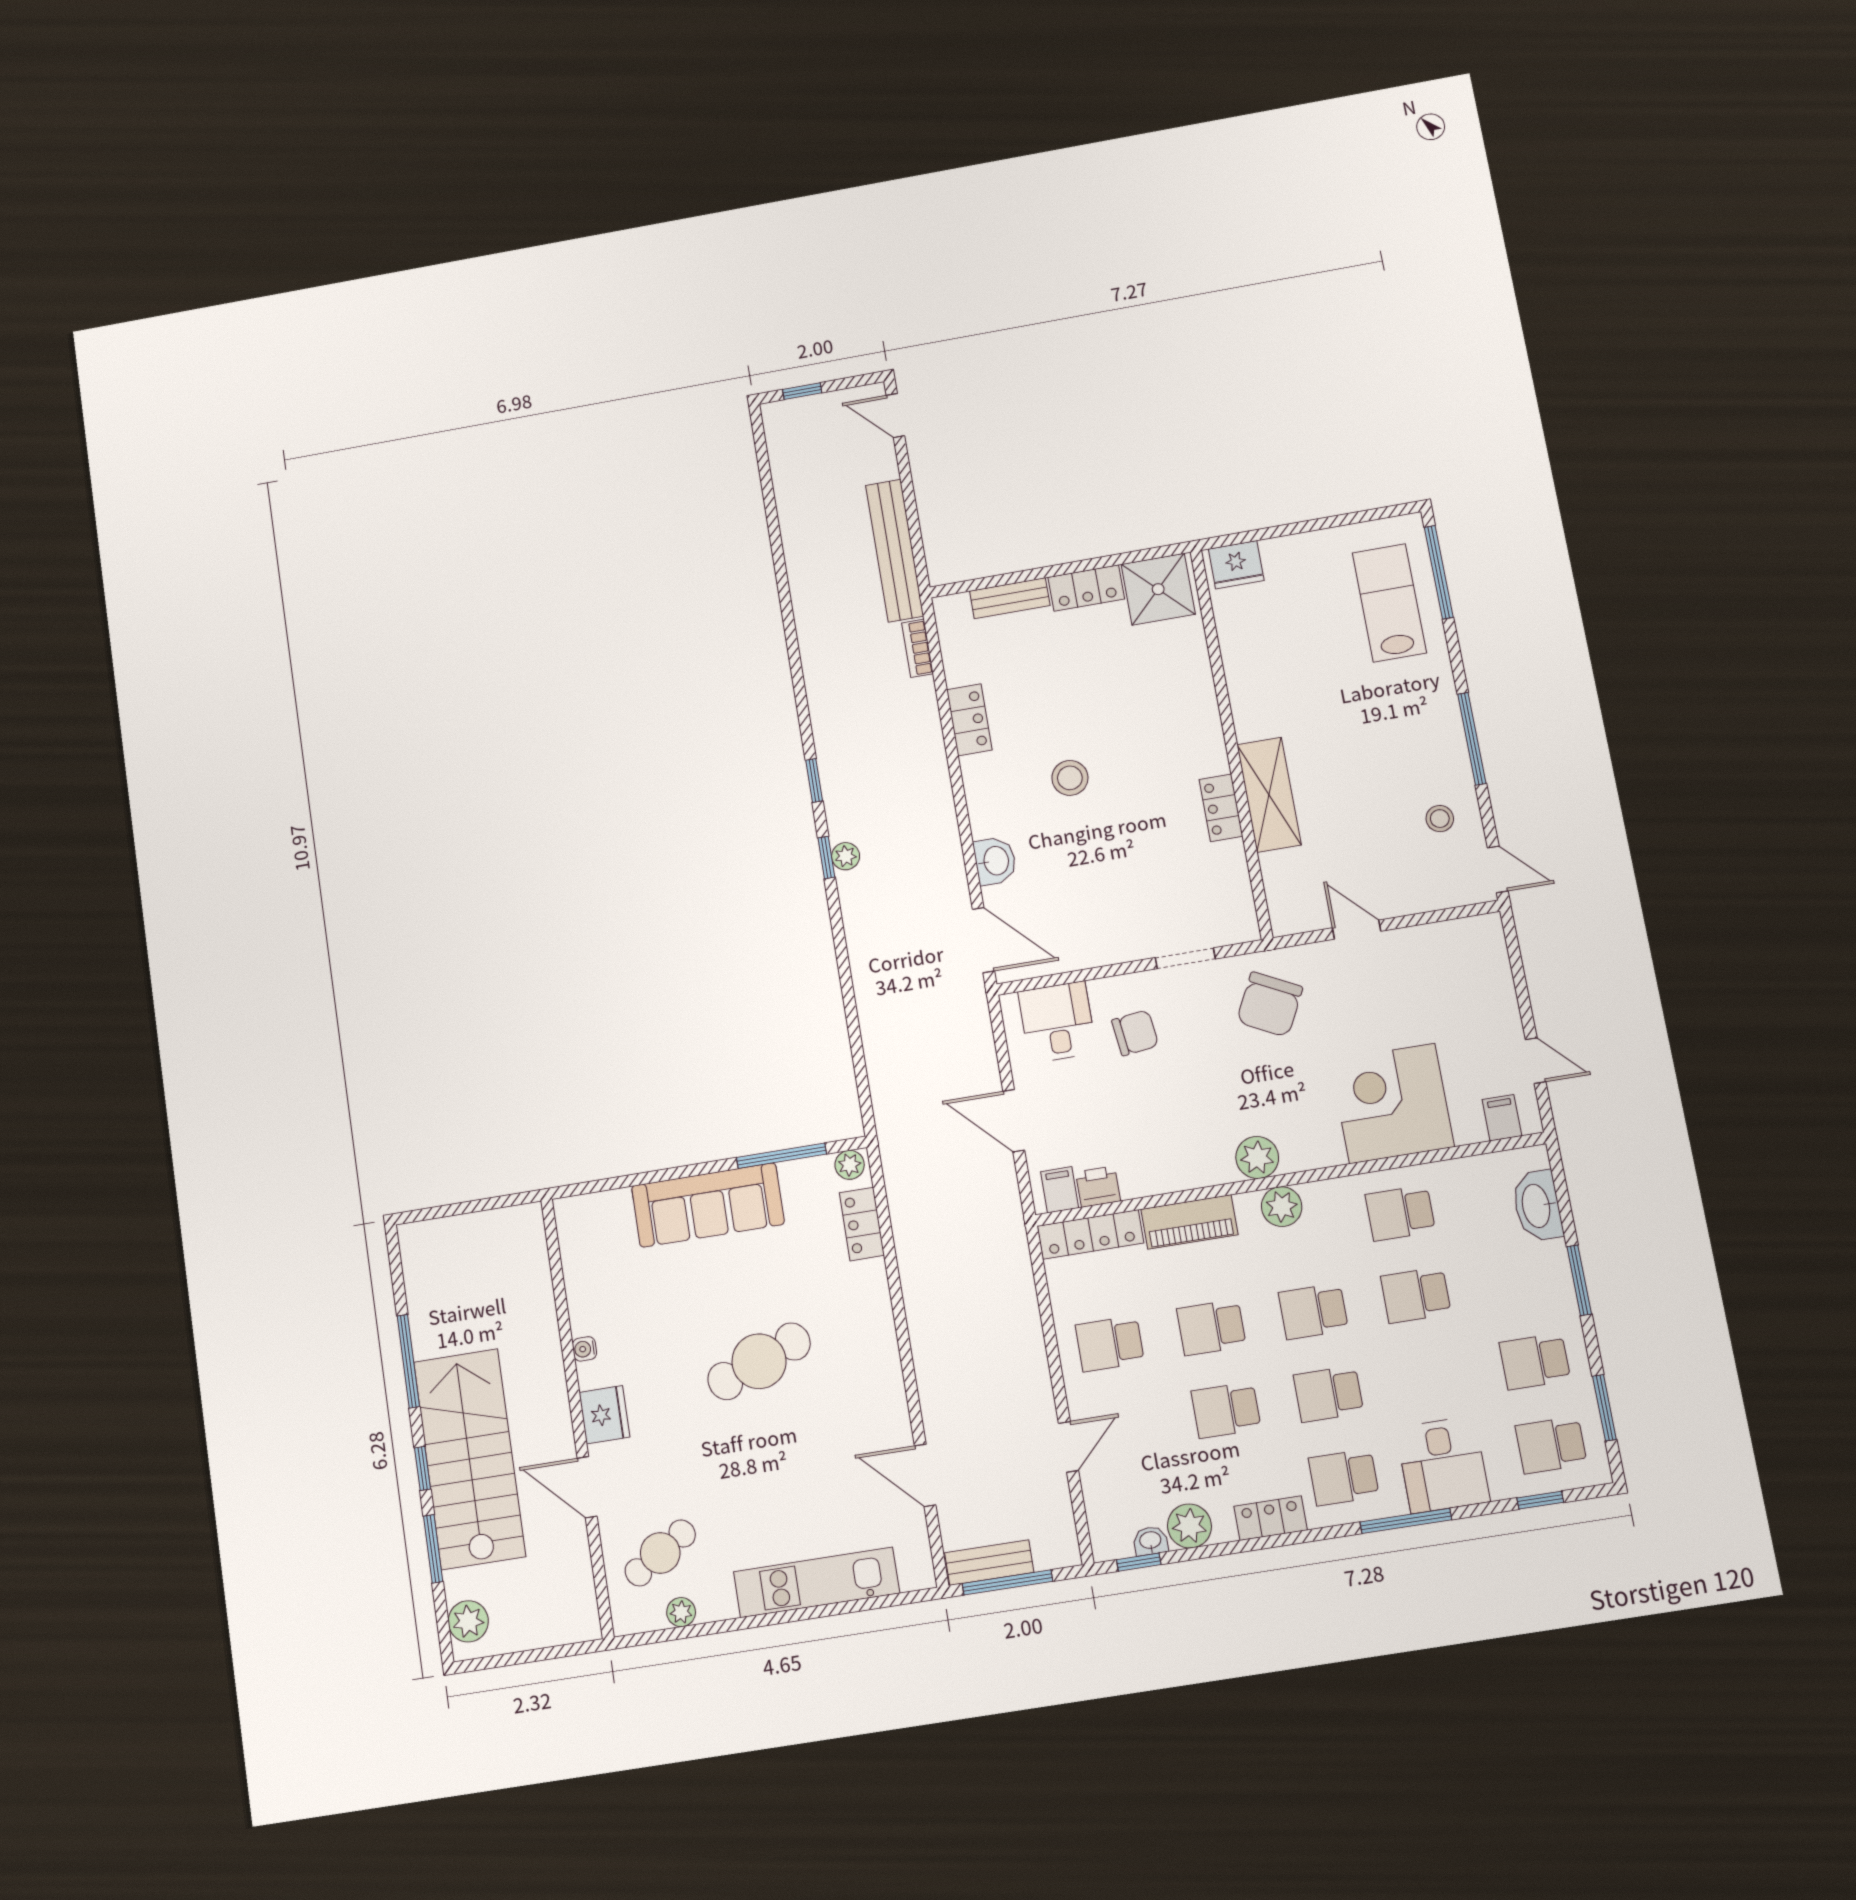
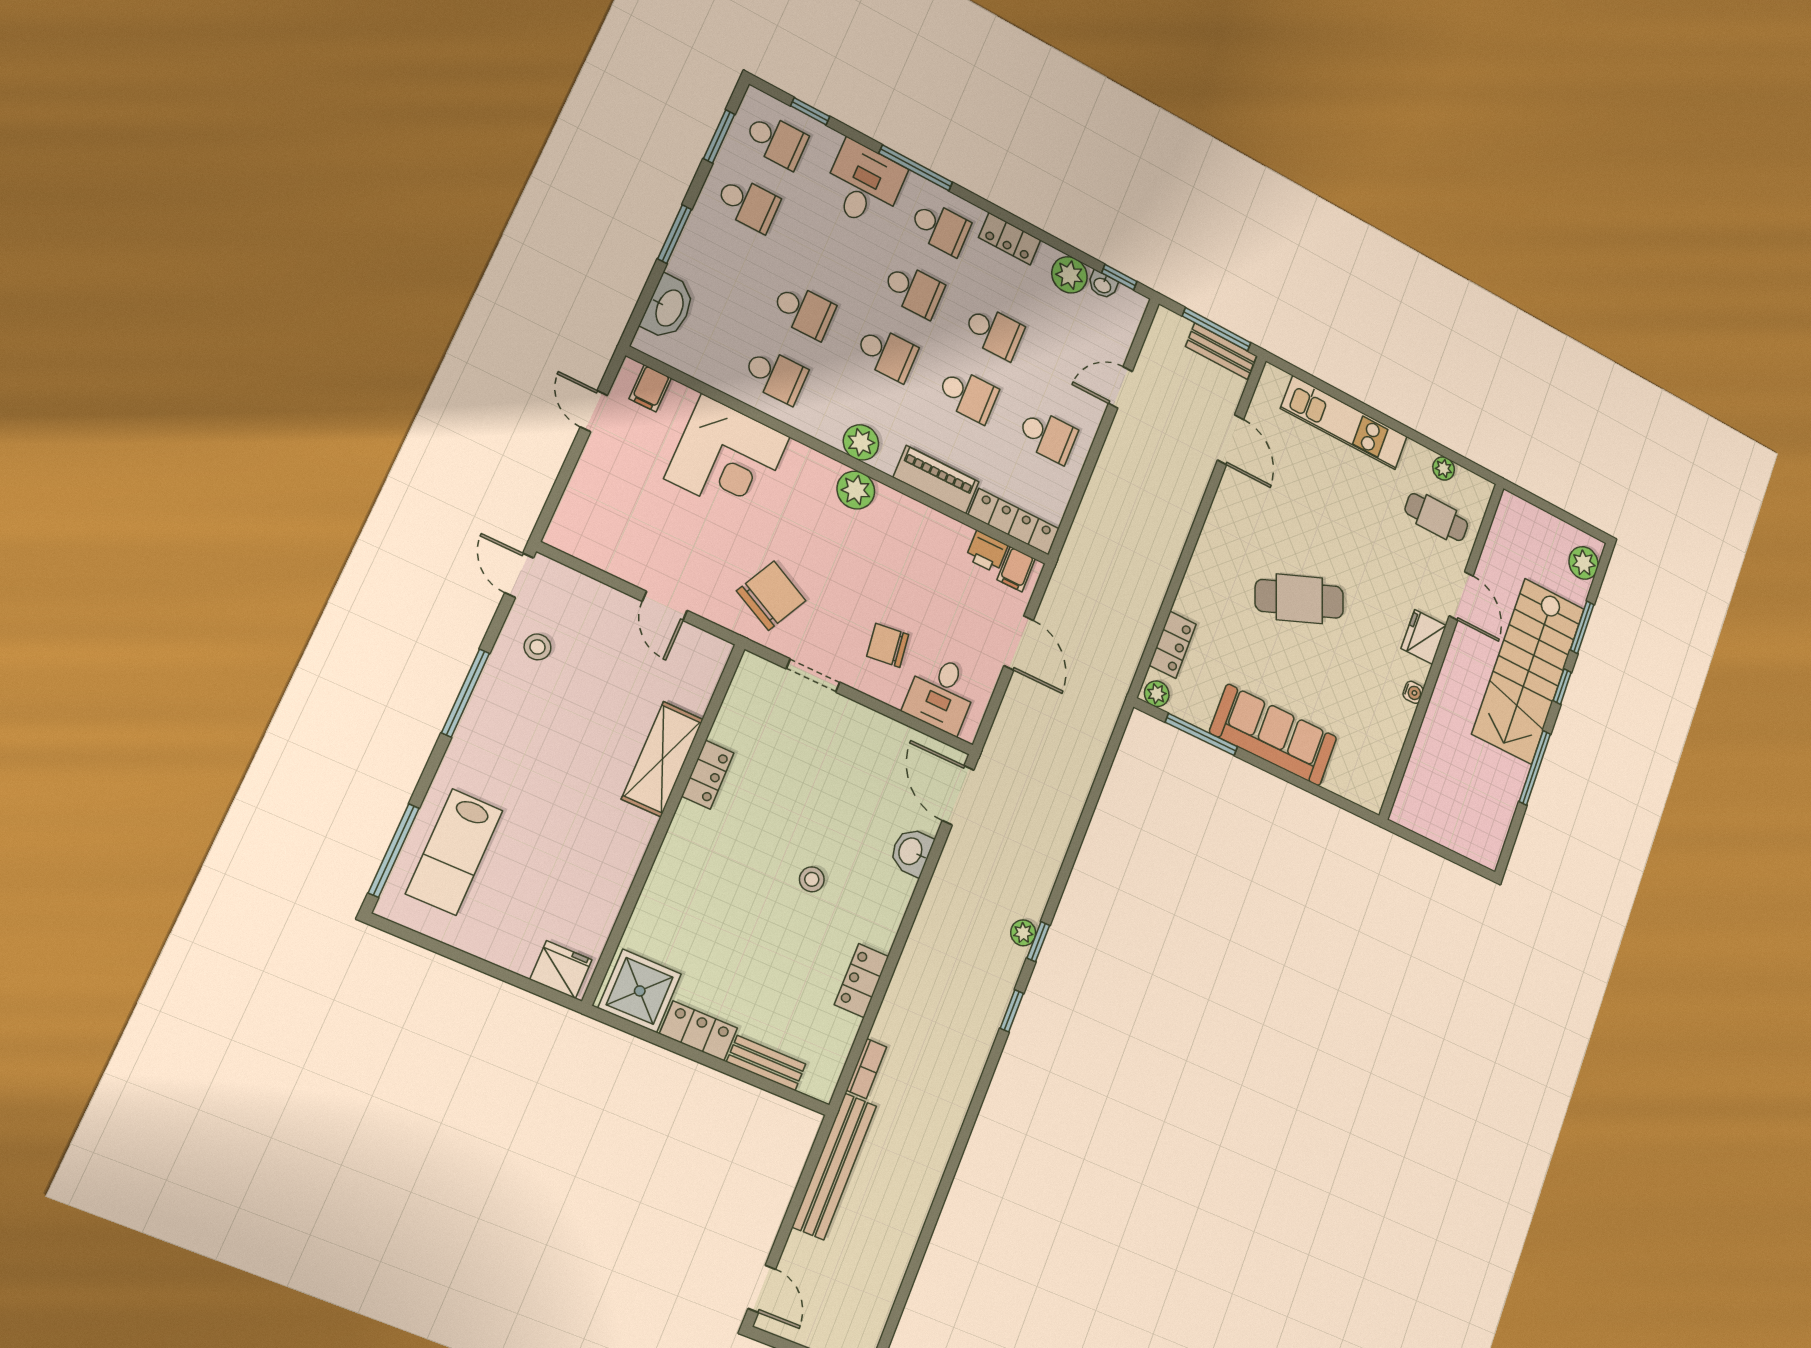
stool: (1070, 778) -> (812, 879), width x0.73, depth x0.73
cafe table: (660, 1553) -> (1436, 517), turned 32

